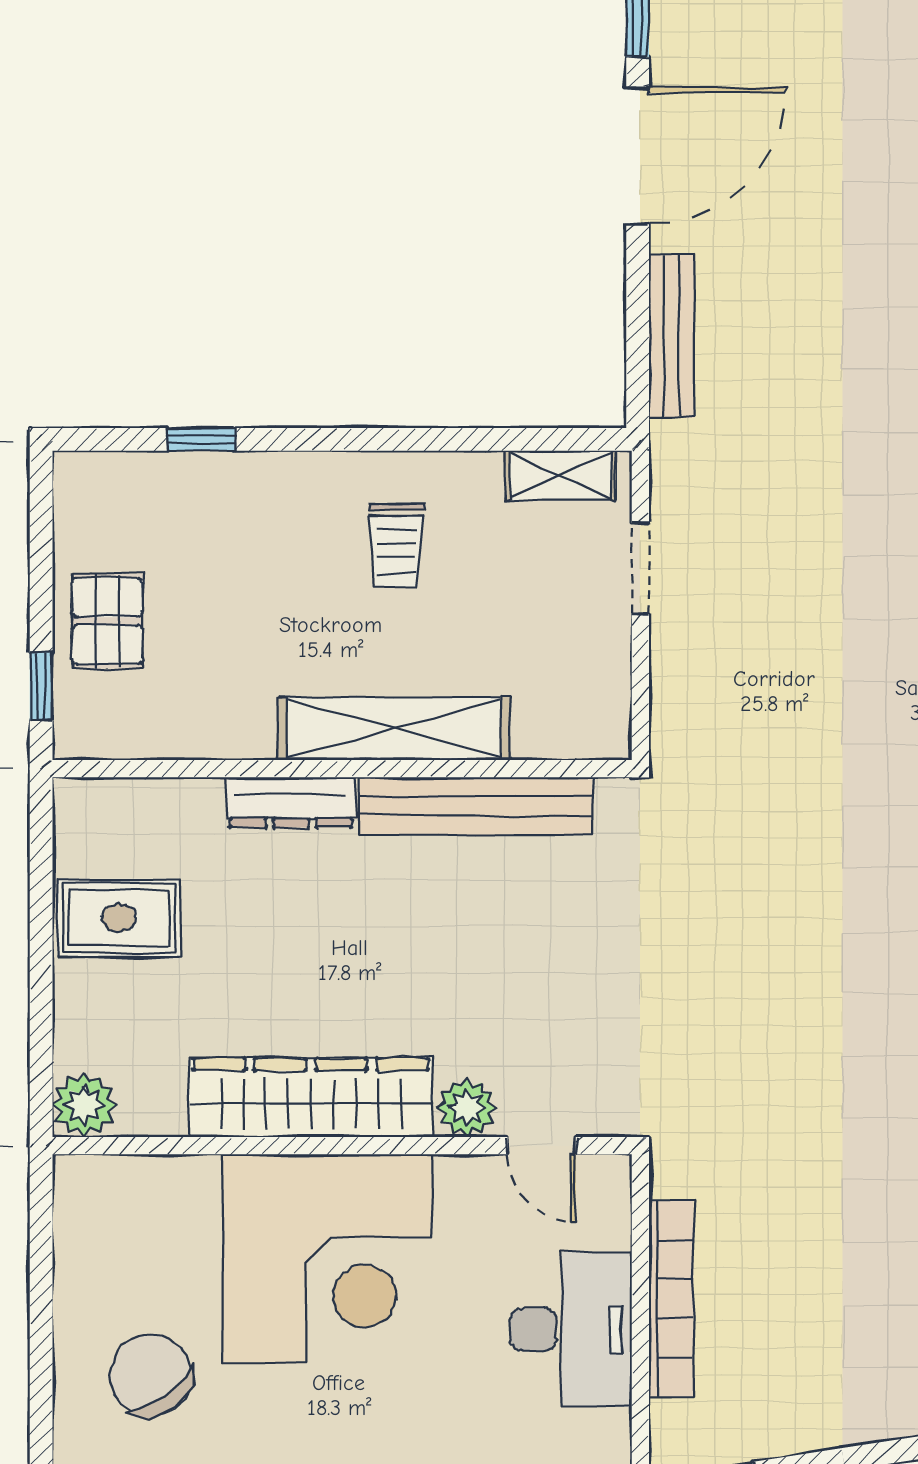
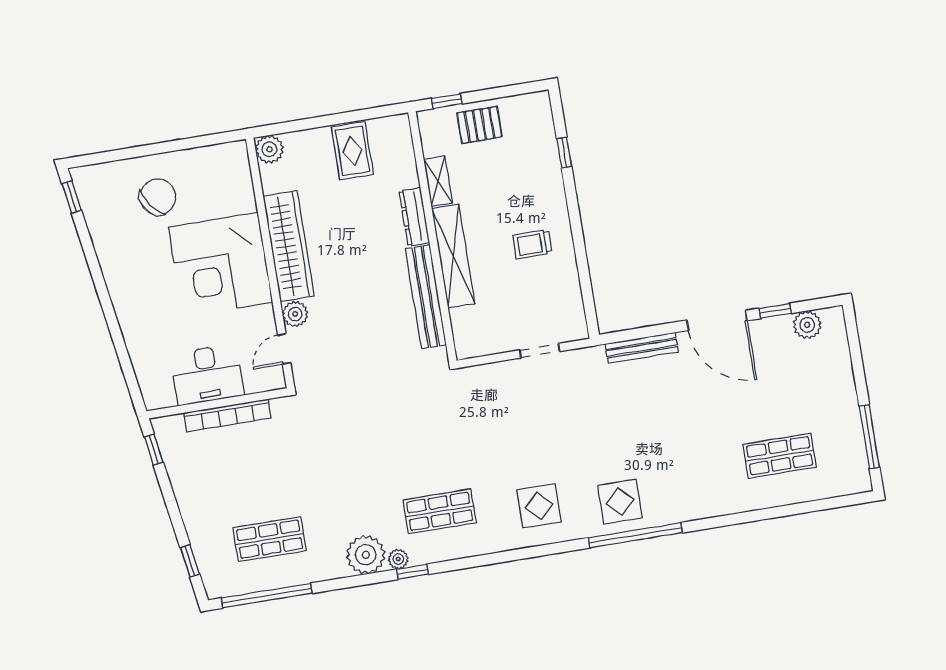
shelving: (561, 475) -> (438, 181), moved

